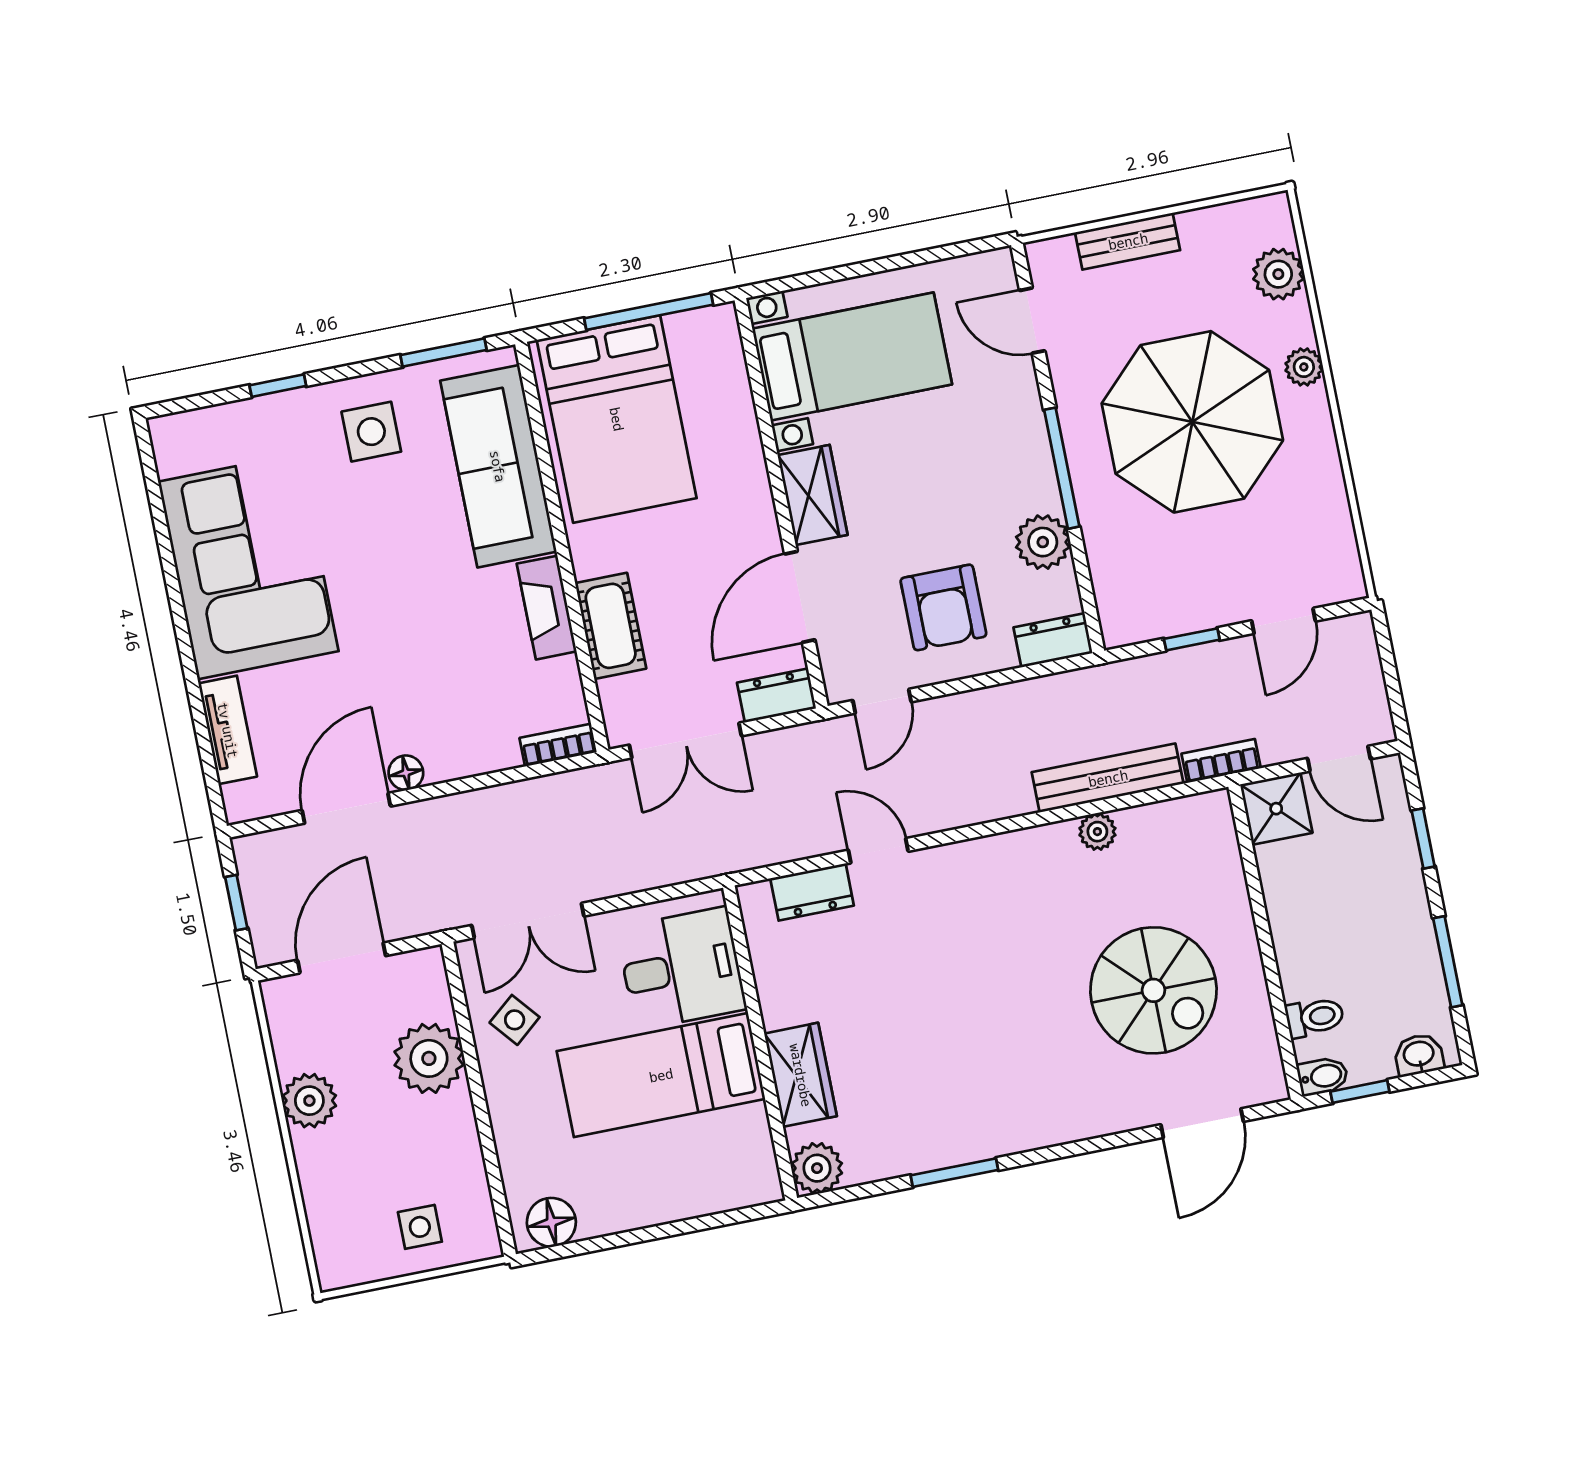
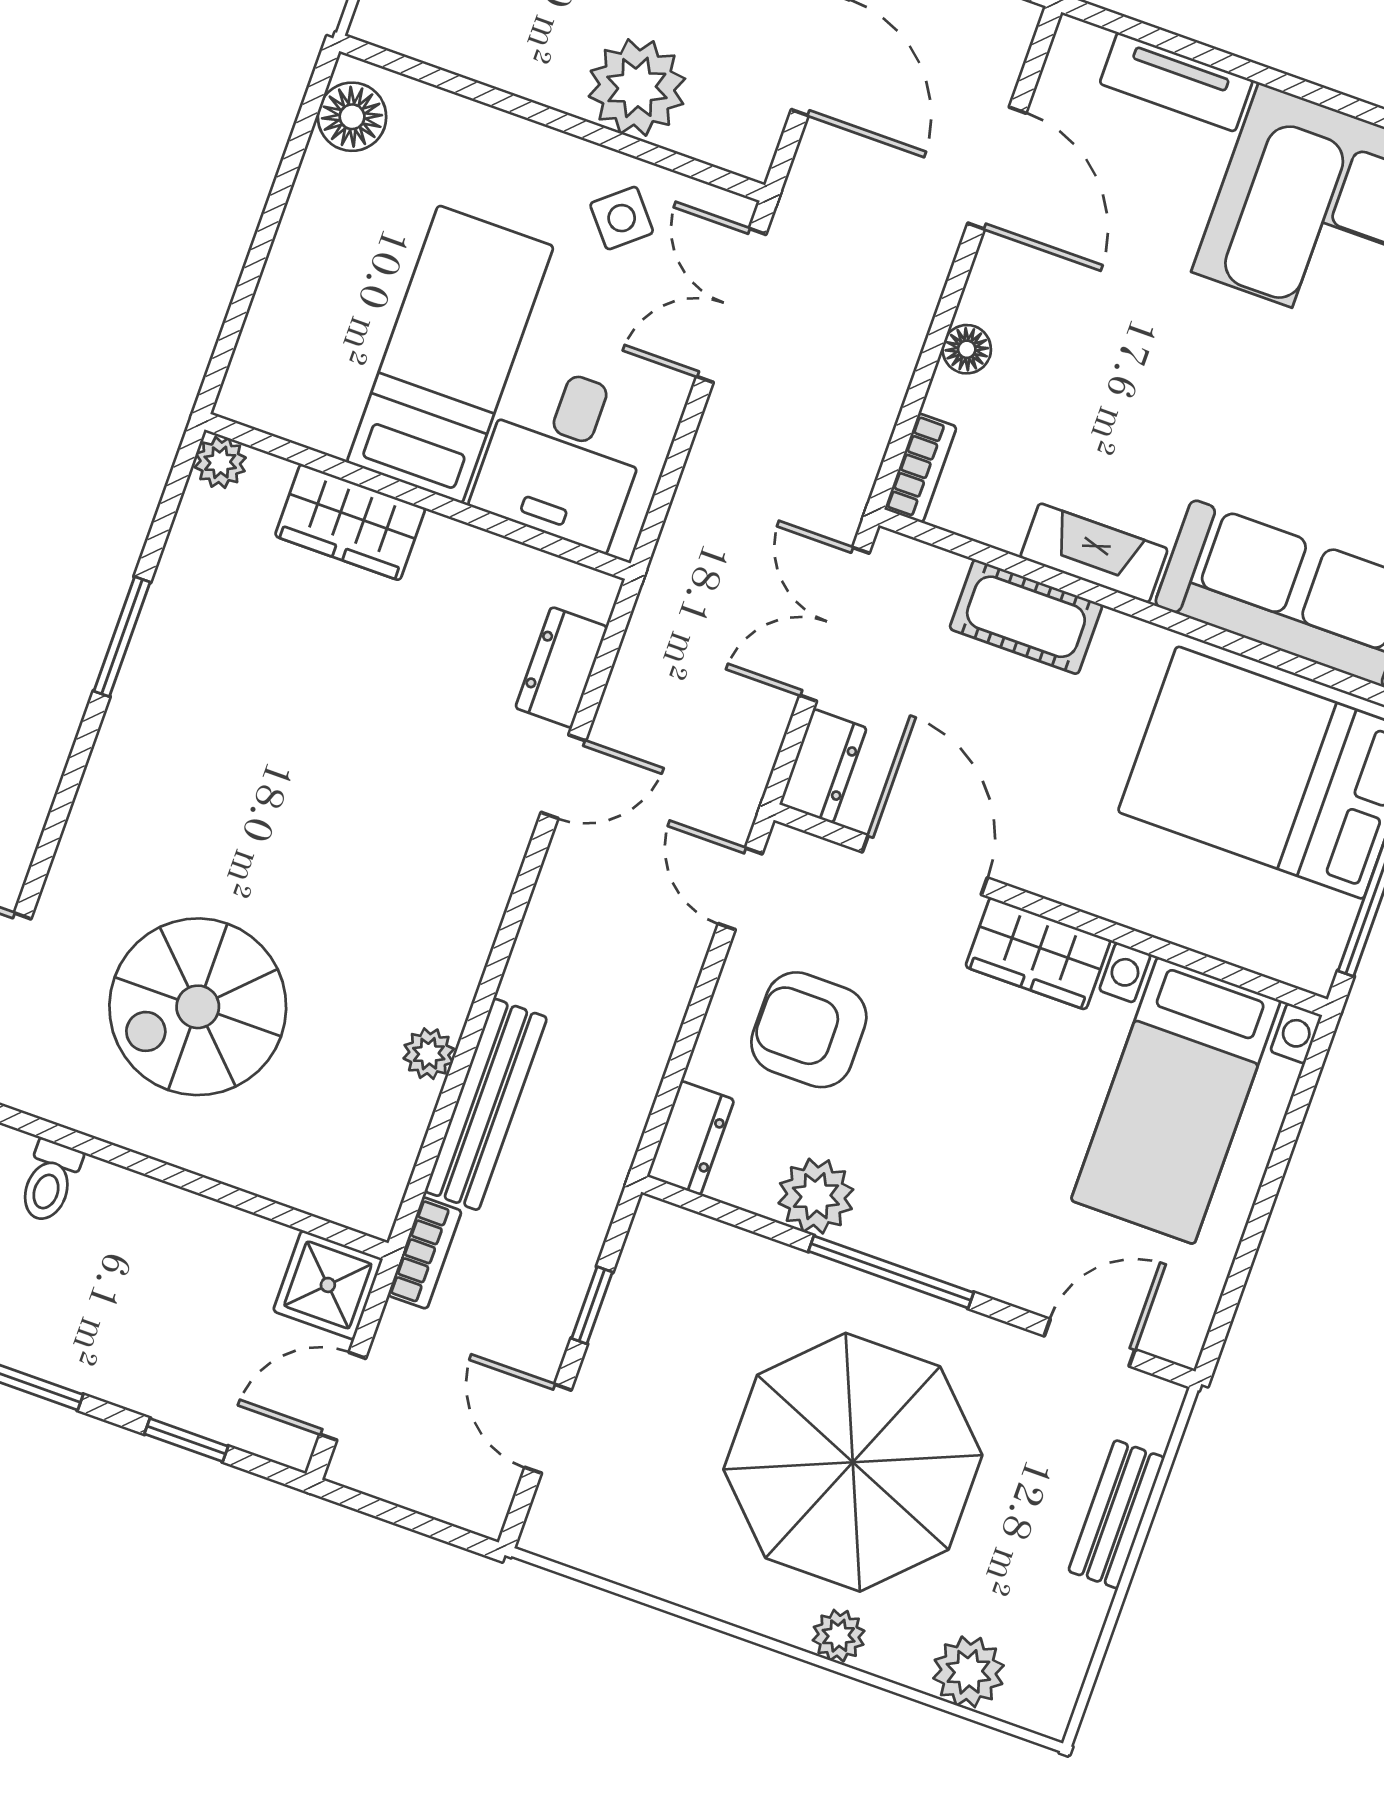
floor lamp: (406, 773) -> (967, 349), moved
plant: (817, 1168) -> (220, 462), width x0.73, depth x0.73

